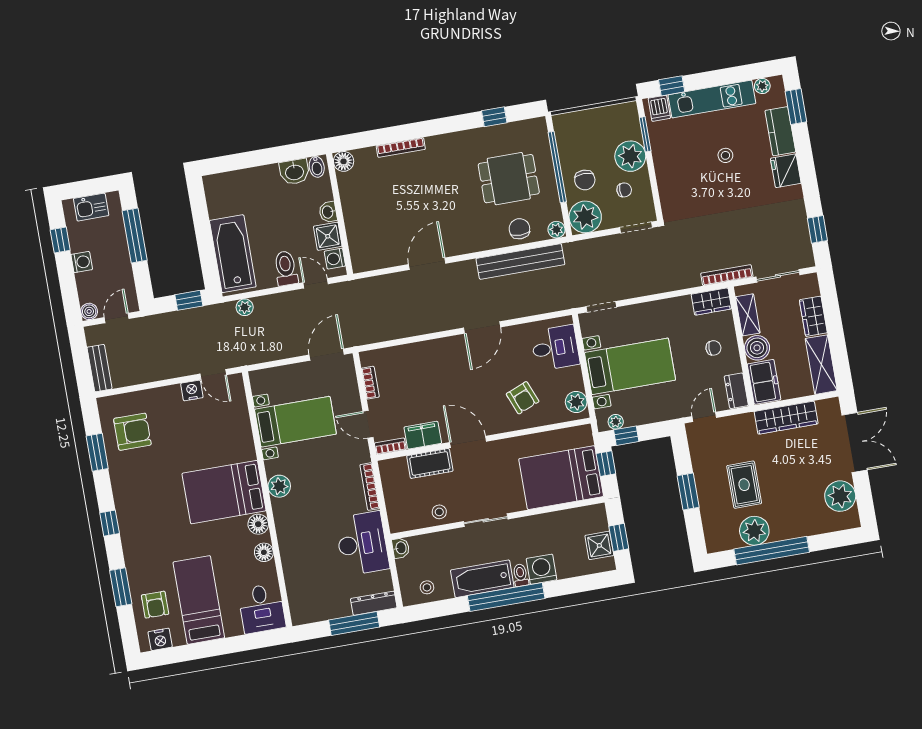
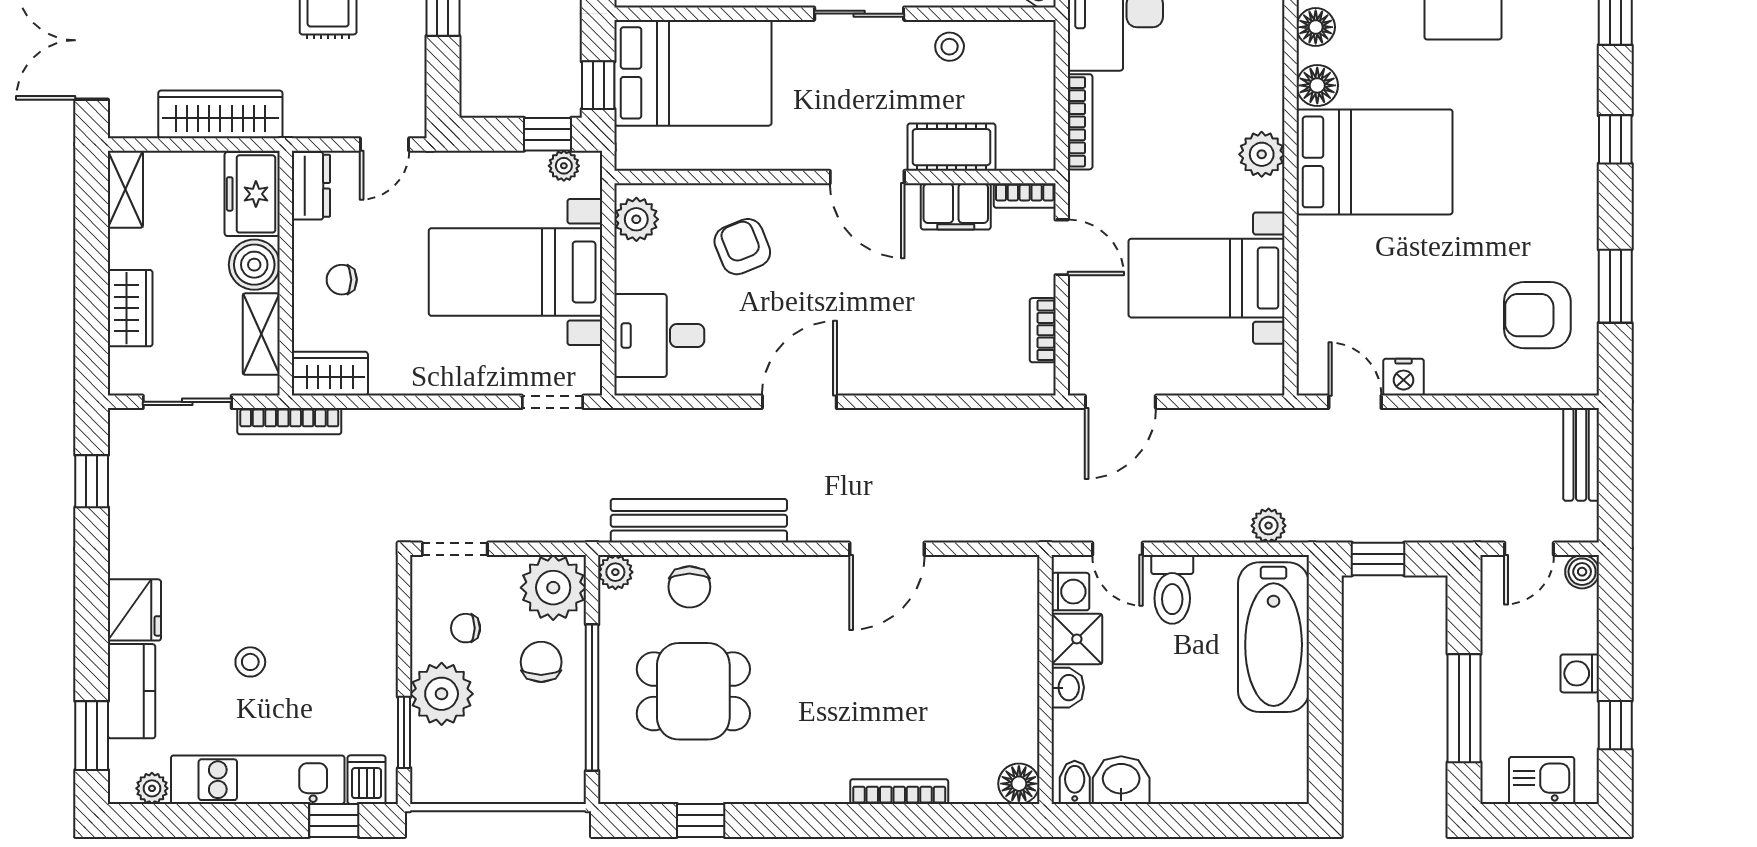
shelving: (821, 365) -> (125, 189), width x0.67, depth x0.75

